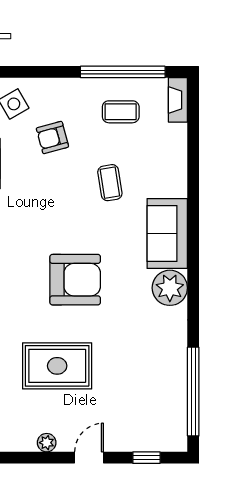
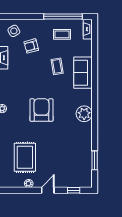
sofa: (167, 233) -> (83, 73), moved
armchair: (75, 280) -> (41, 110), turned -90
rug: (57, 366) -> (25, 157), moved, turned 90
window: (193, 392) -> (95, 160), width x0.47

